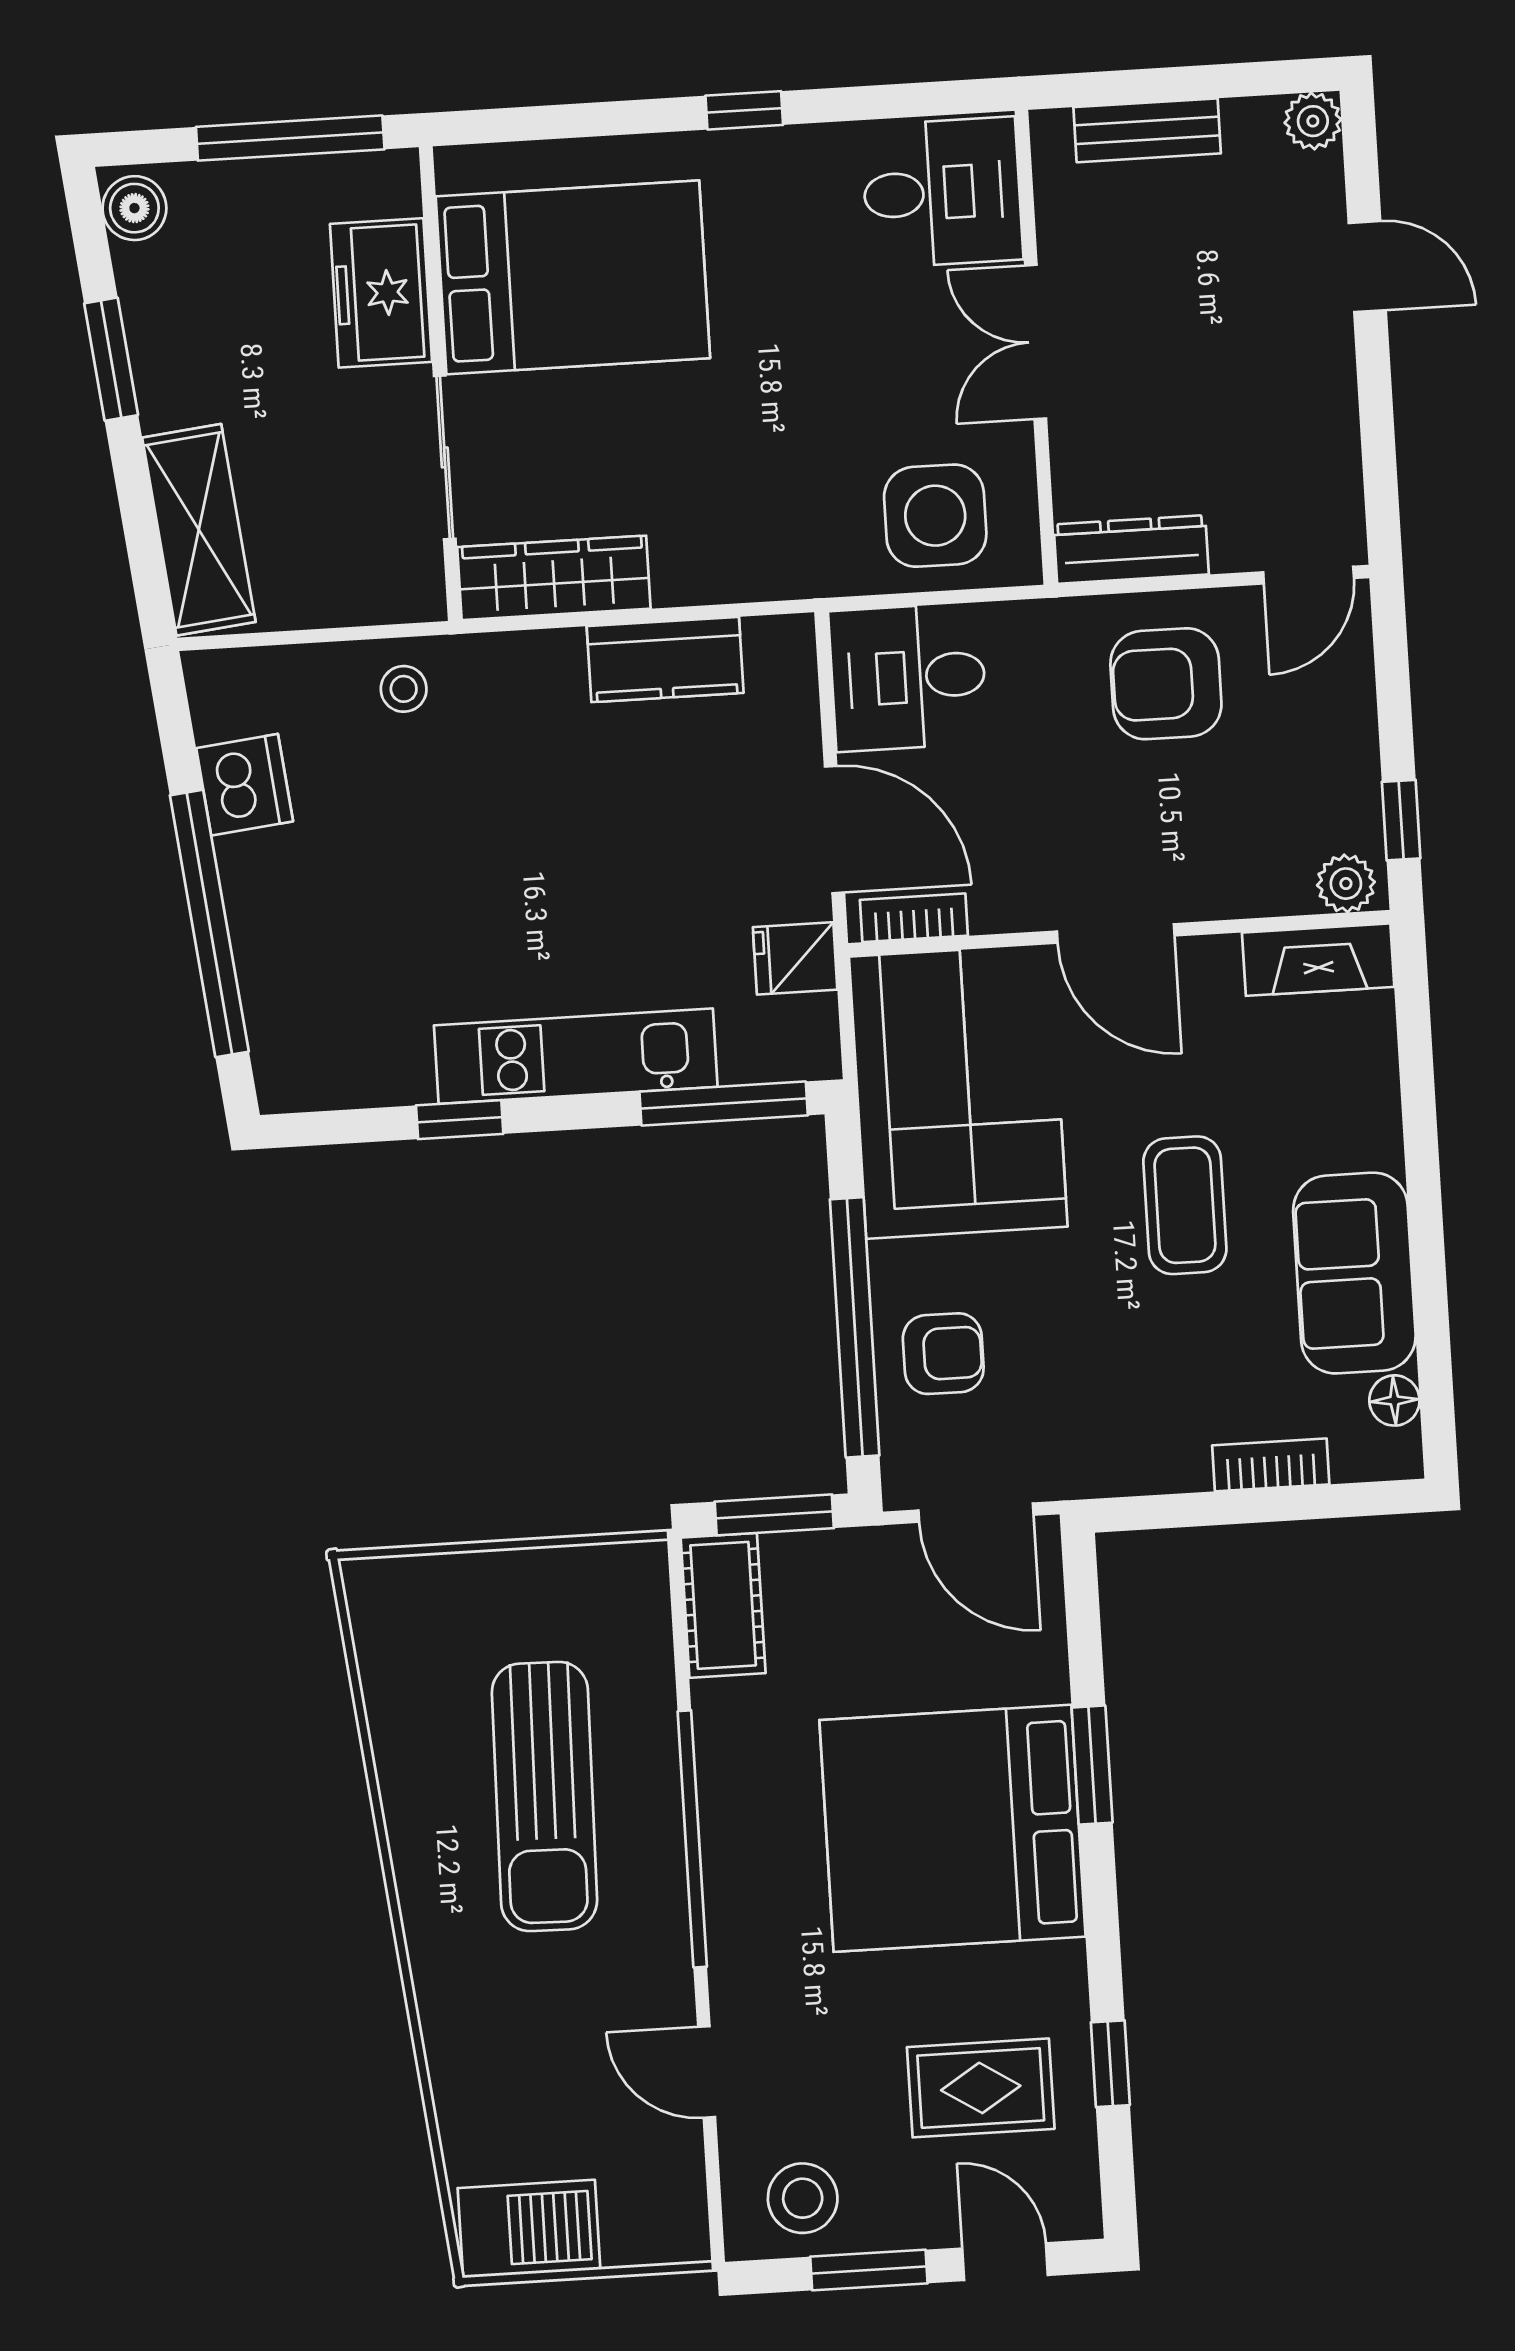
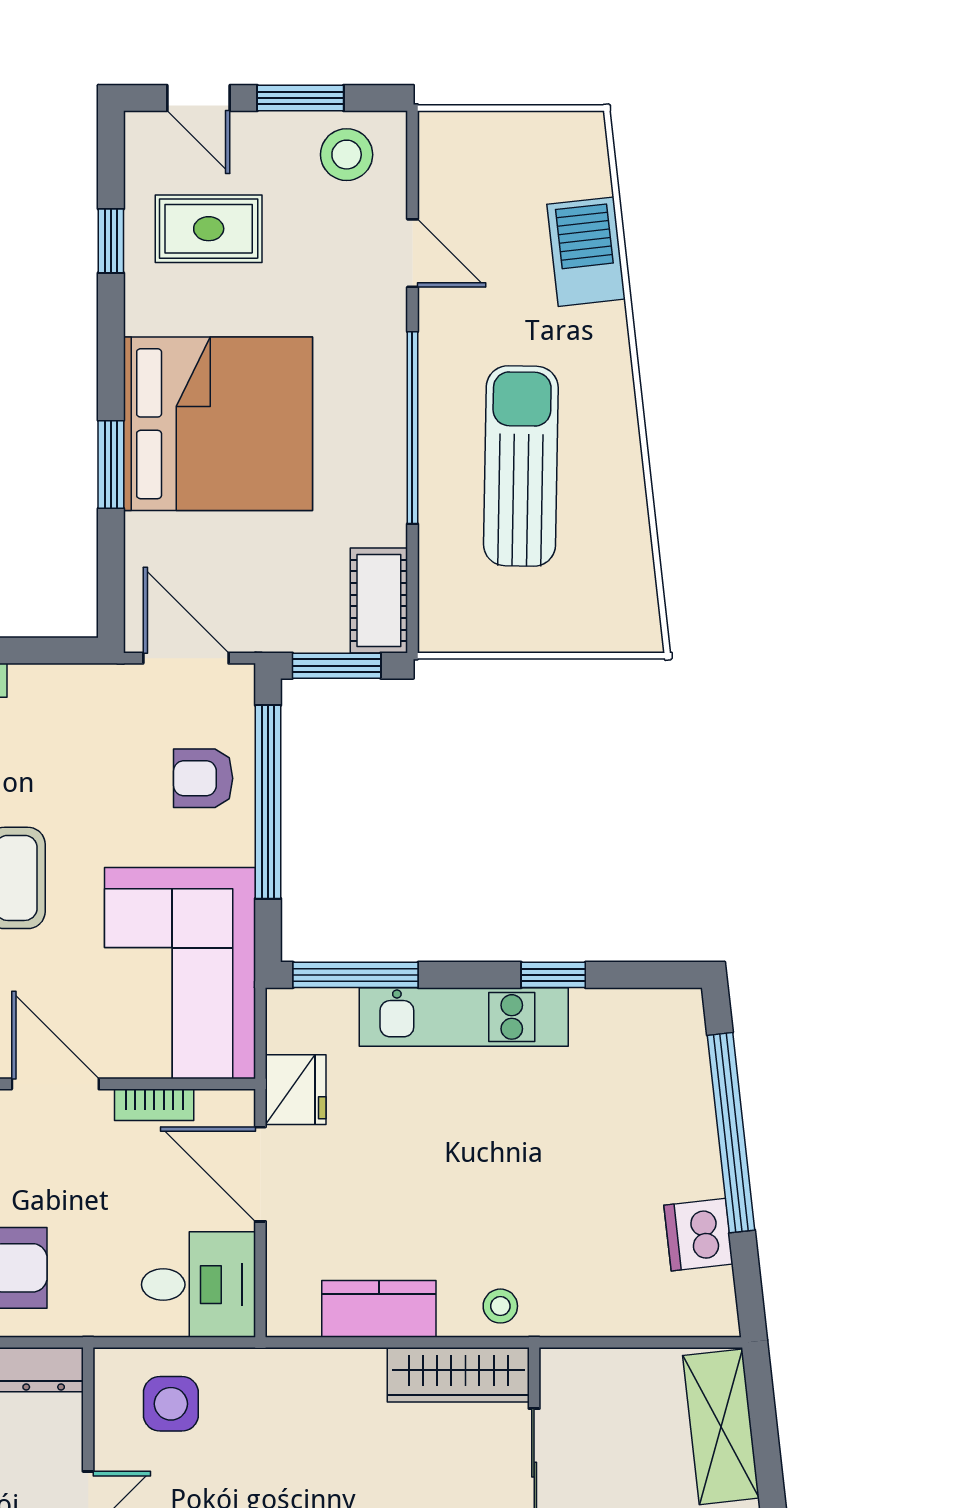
side table: (935, 516) -> (171, 1404), width x0.73, depth x0.73
stool: (404, 689) -> (500, 1306), moved
bookcase: (914, 918) -> (154, 1105), moved
fridge: (795, 958) -> (296, 1090), width x1.38
barbecue: (529, 2229) -> (586, 252), moved, turned 84

